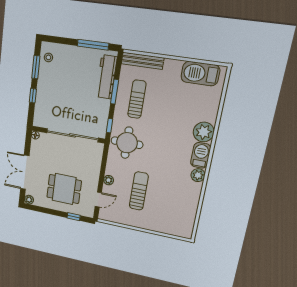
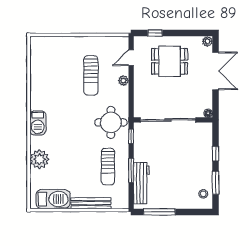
bench: (142, 61) -> (91, 203), moved
plant: (204, 132) -> (39, 159), moved
plant: (198, 175) -> (36, 103), removed

